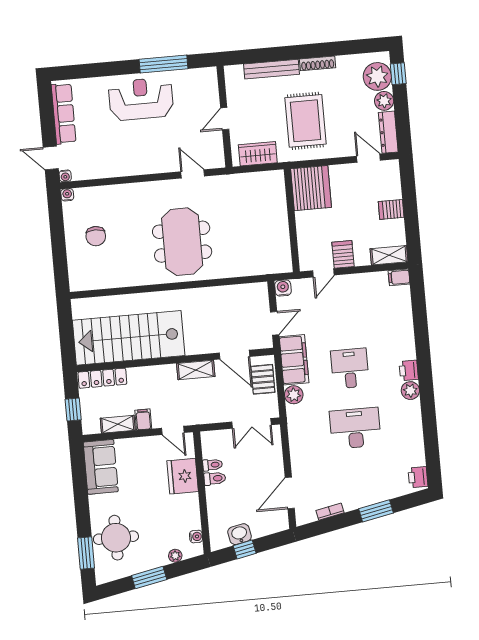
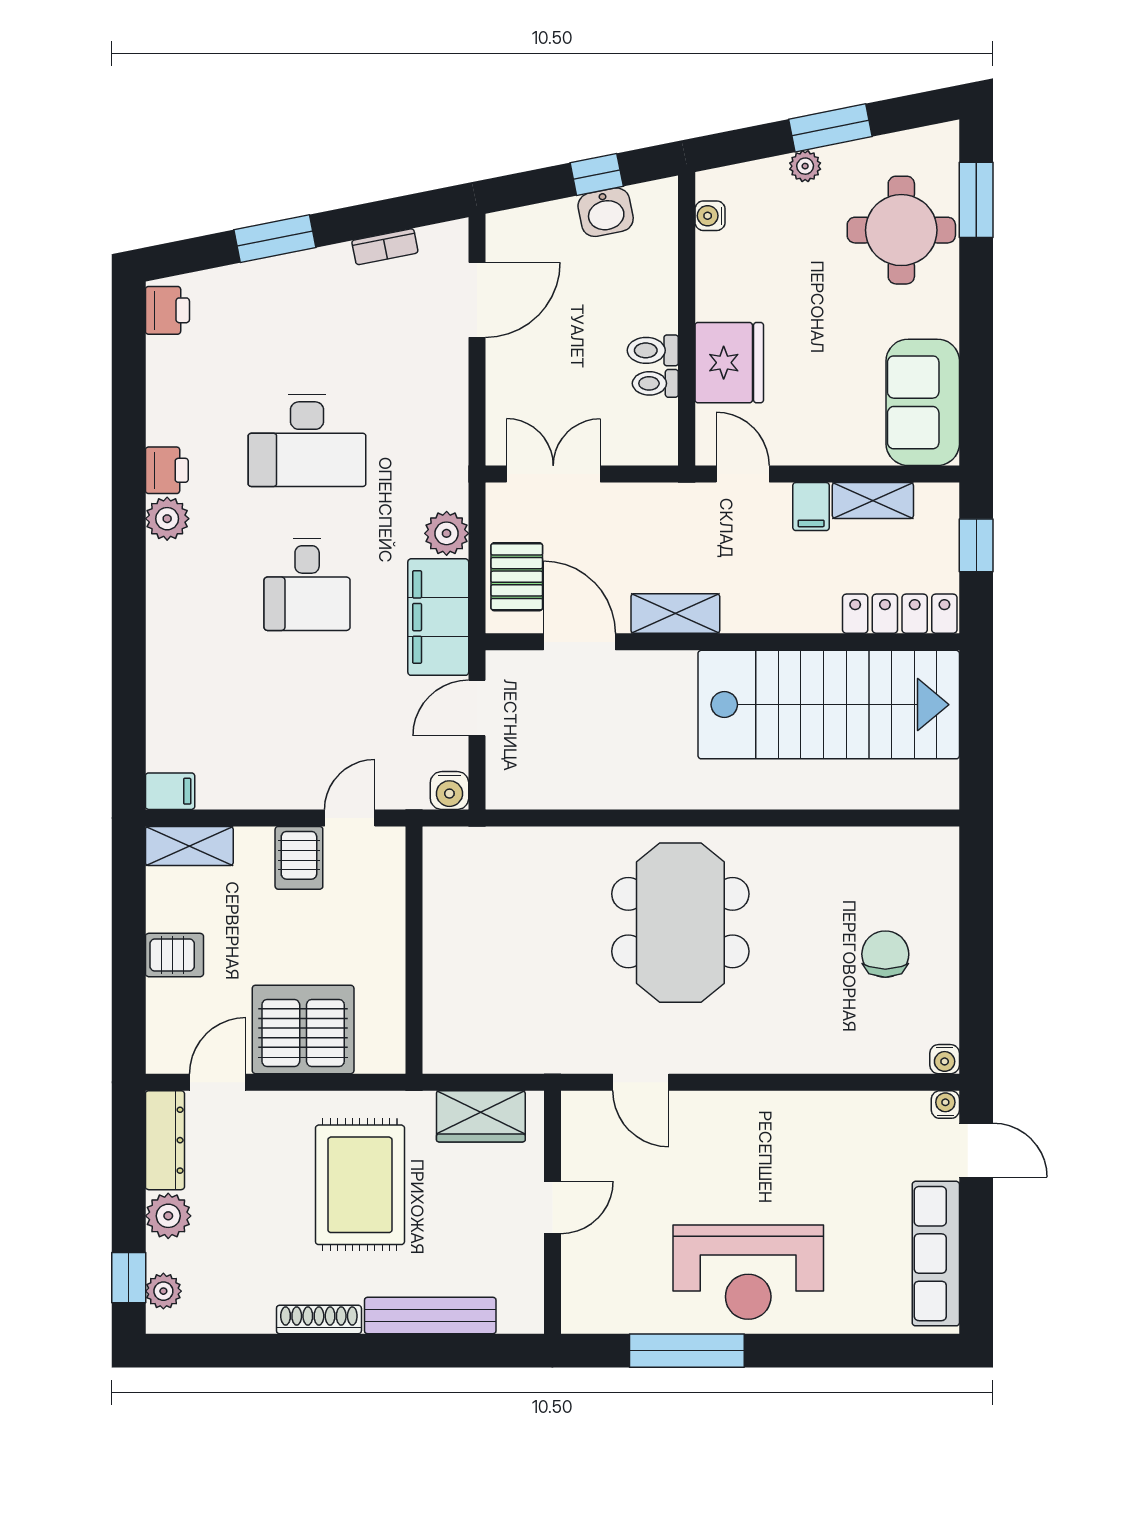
plant: (377, 76) -> (163, 1291), width x0.53, depth x0.53
door: (368, 158) -> (218, 1082), swing flipped
server rack: (311, 188) -> (303, 1029), moved, turned 90
printer: (409, 370) -> (167, 470), moved
plant: (175, 556) -> (805, 166), moved

